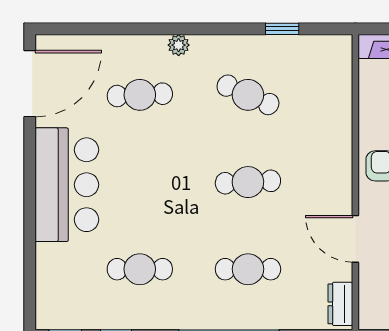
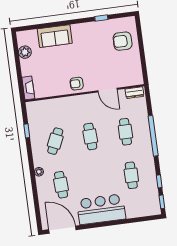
door: (355, 239) -> (107, 90), hinge flipped

